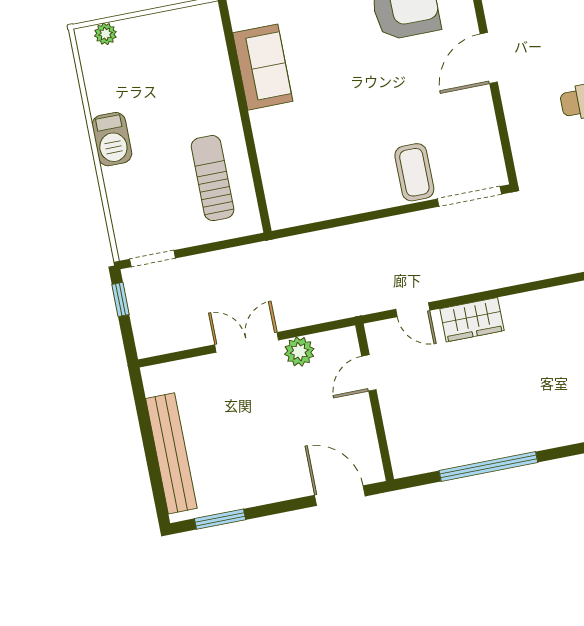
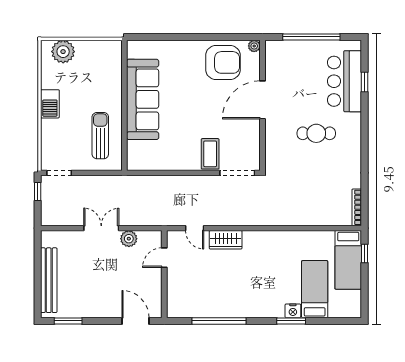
plant: (105, 34) -> (63, 52), width x1.87, depth x1.87
door: (489, 58) -> (262, 100), width x1.36
sofa: (263, 67) -> (143, 99), width x1.85, depth x1.27

